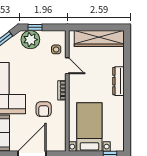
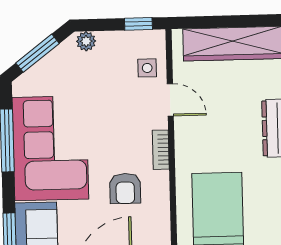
window: (35, 27) -> (138, 24), moved
plant: (30, 40) -> (86, 41), width x0.53, depth x0.53

